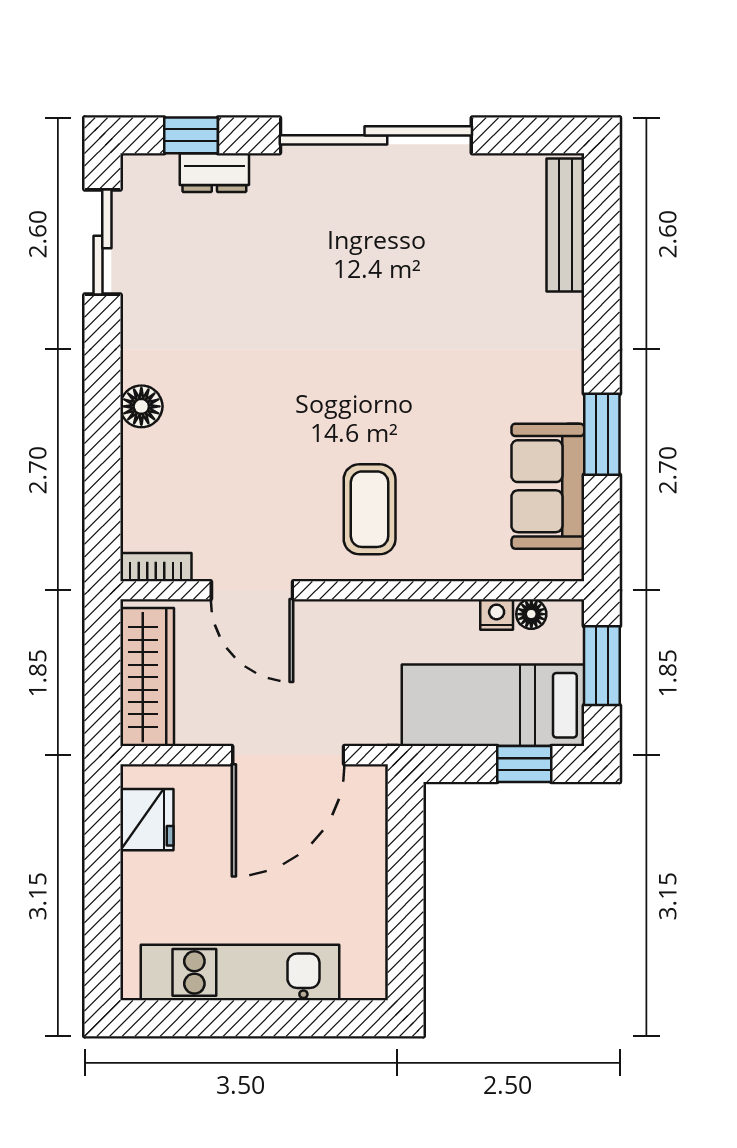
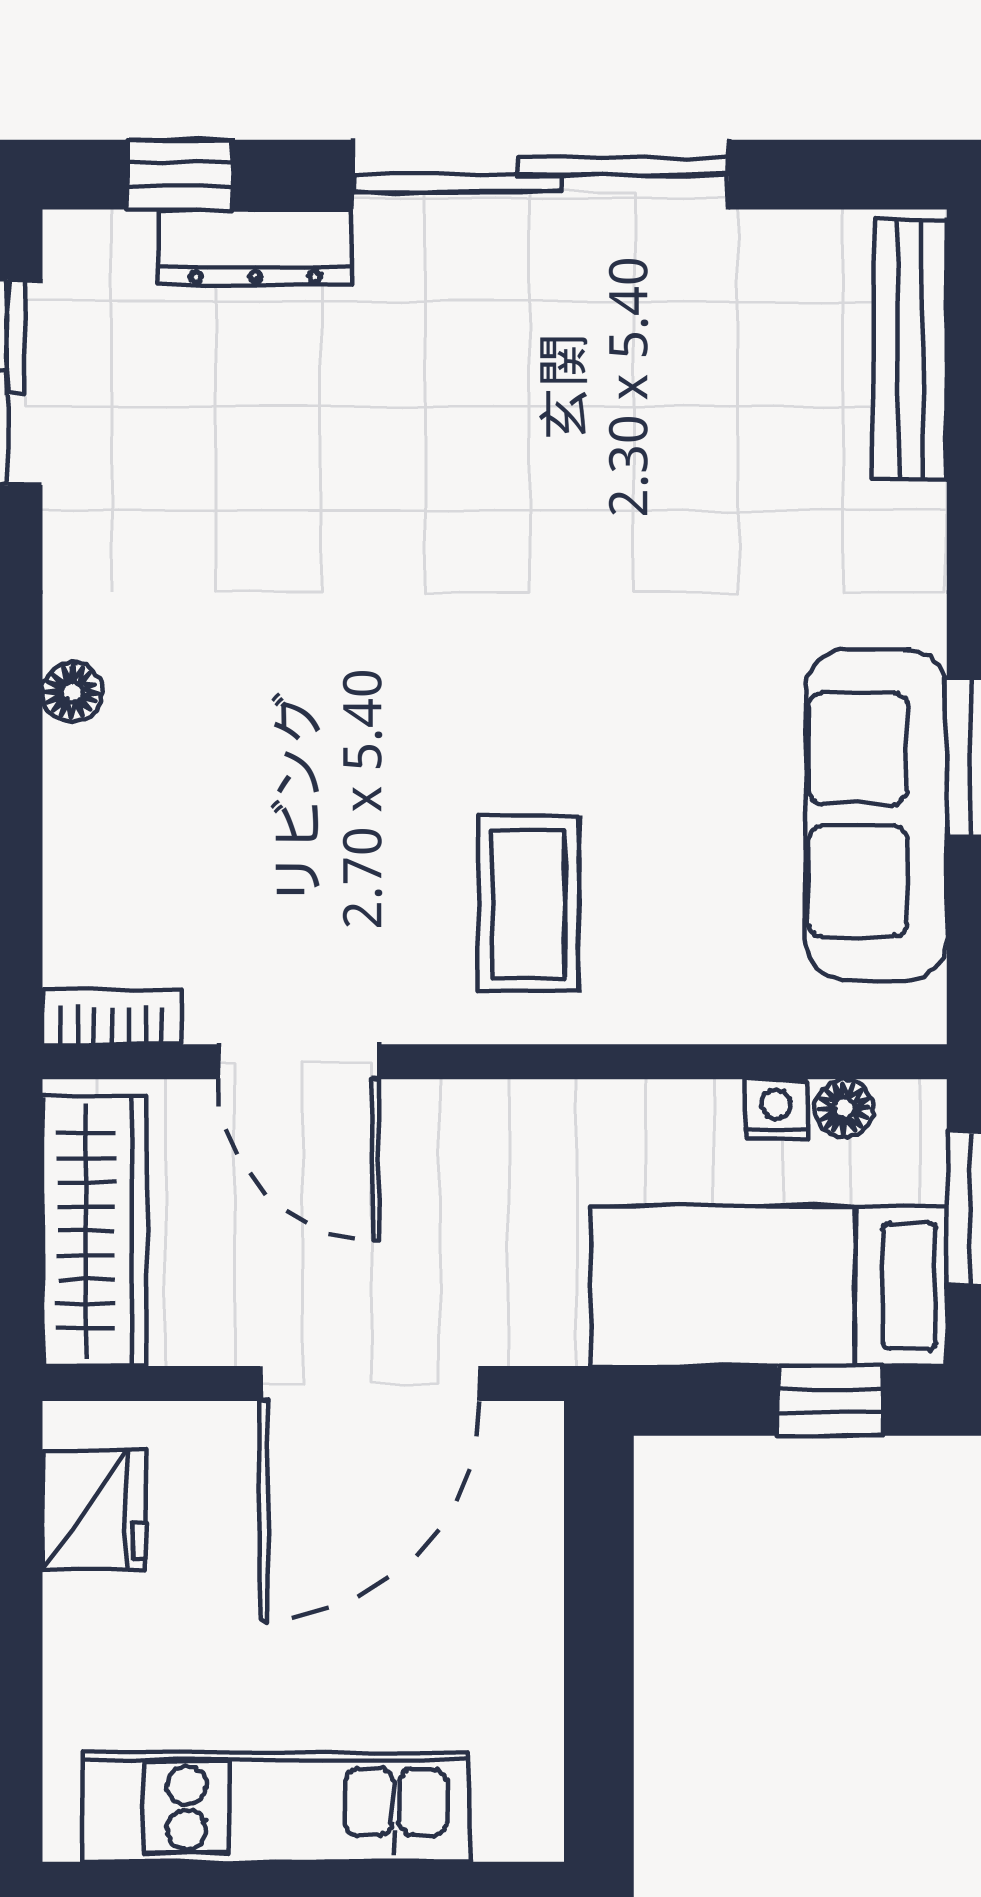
dresser: (214, 173) -> (255, 247), width x1.44
floor lamp: (141, 406) -> (72, 692), width x0.73, depth x0.73
sofa: (548, 486) -> (876, 815), width x1.36

